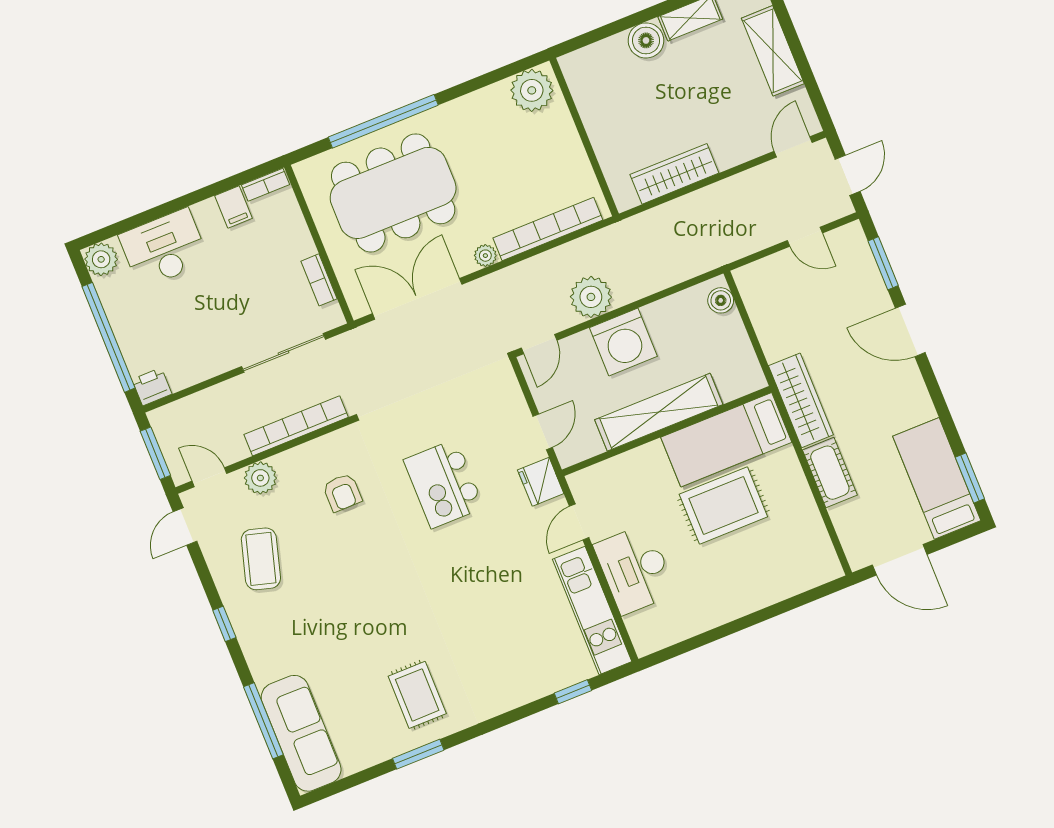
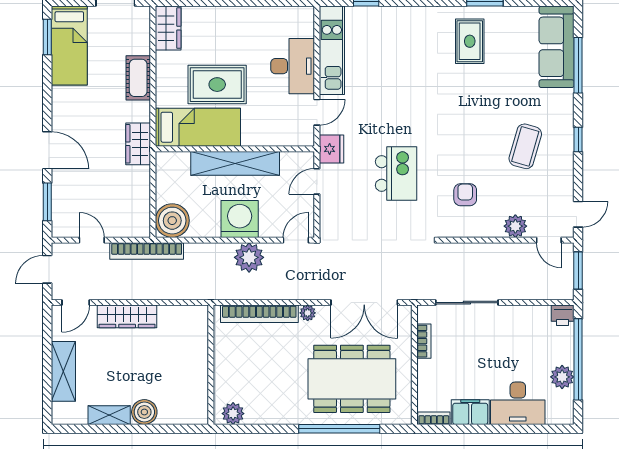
plant: (532, 90) -> (233, 414), width x0.73, depth x0.73
wardrobe: (674, 174) -> (127, 316), moved
filing cabinet: (234, 207) -> (470, 412), width x2.00
plant: (101, 259) -> (562, 377), moved
boiler: (721, 300) -> (172, 221), width x1.86, depth x1.86
wardrobe: (801, 400) -> (138, 144), width x0.67
bookcase: (296, 426) -> (147, 251), moved
wardrobe: (817, 553) -> (168, 28), added
coffee table: (261, 559) -> (525, 146), moved

